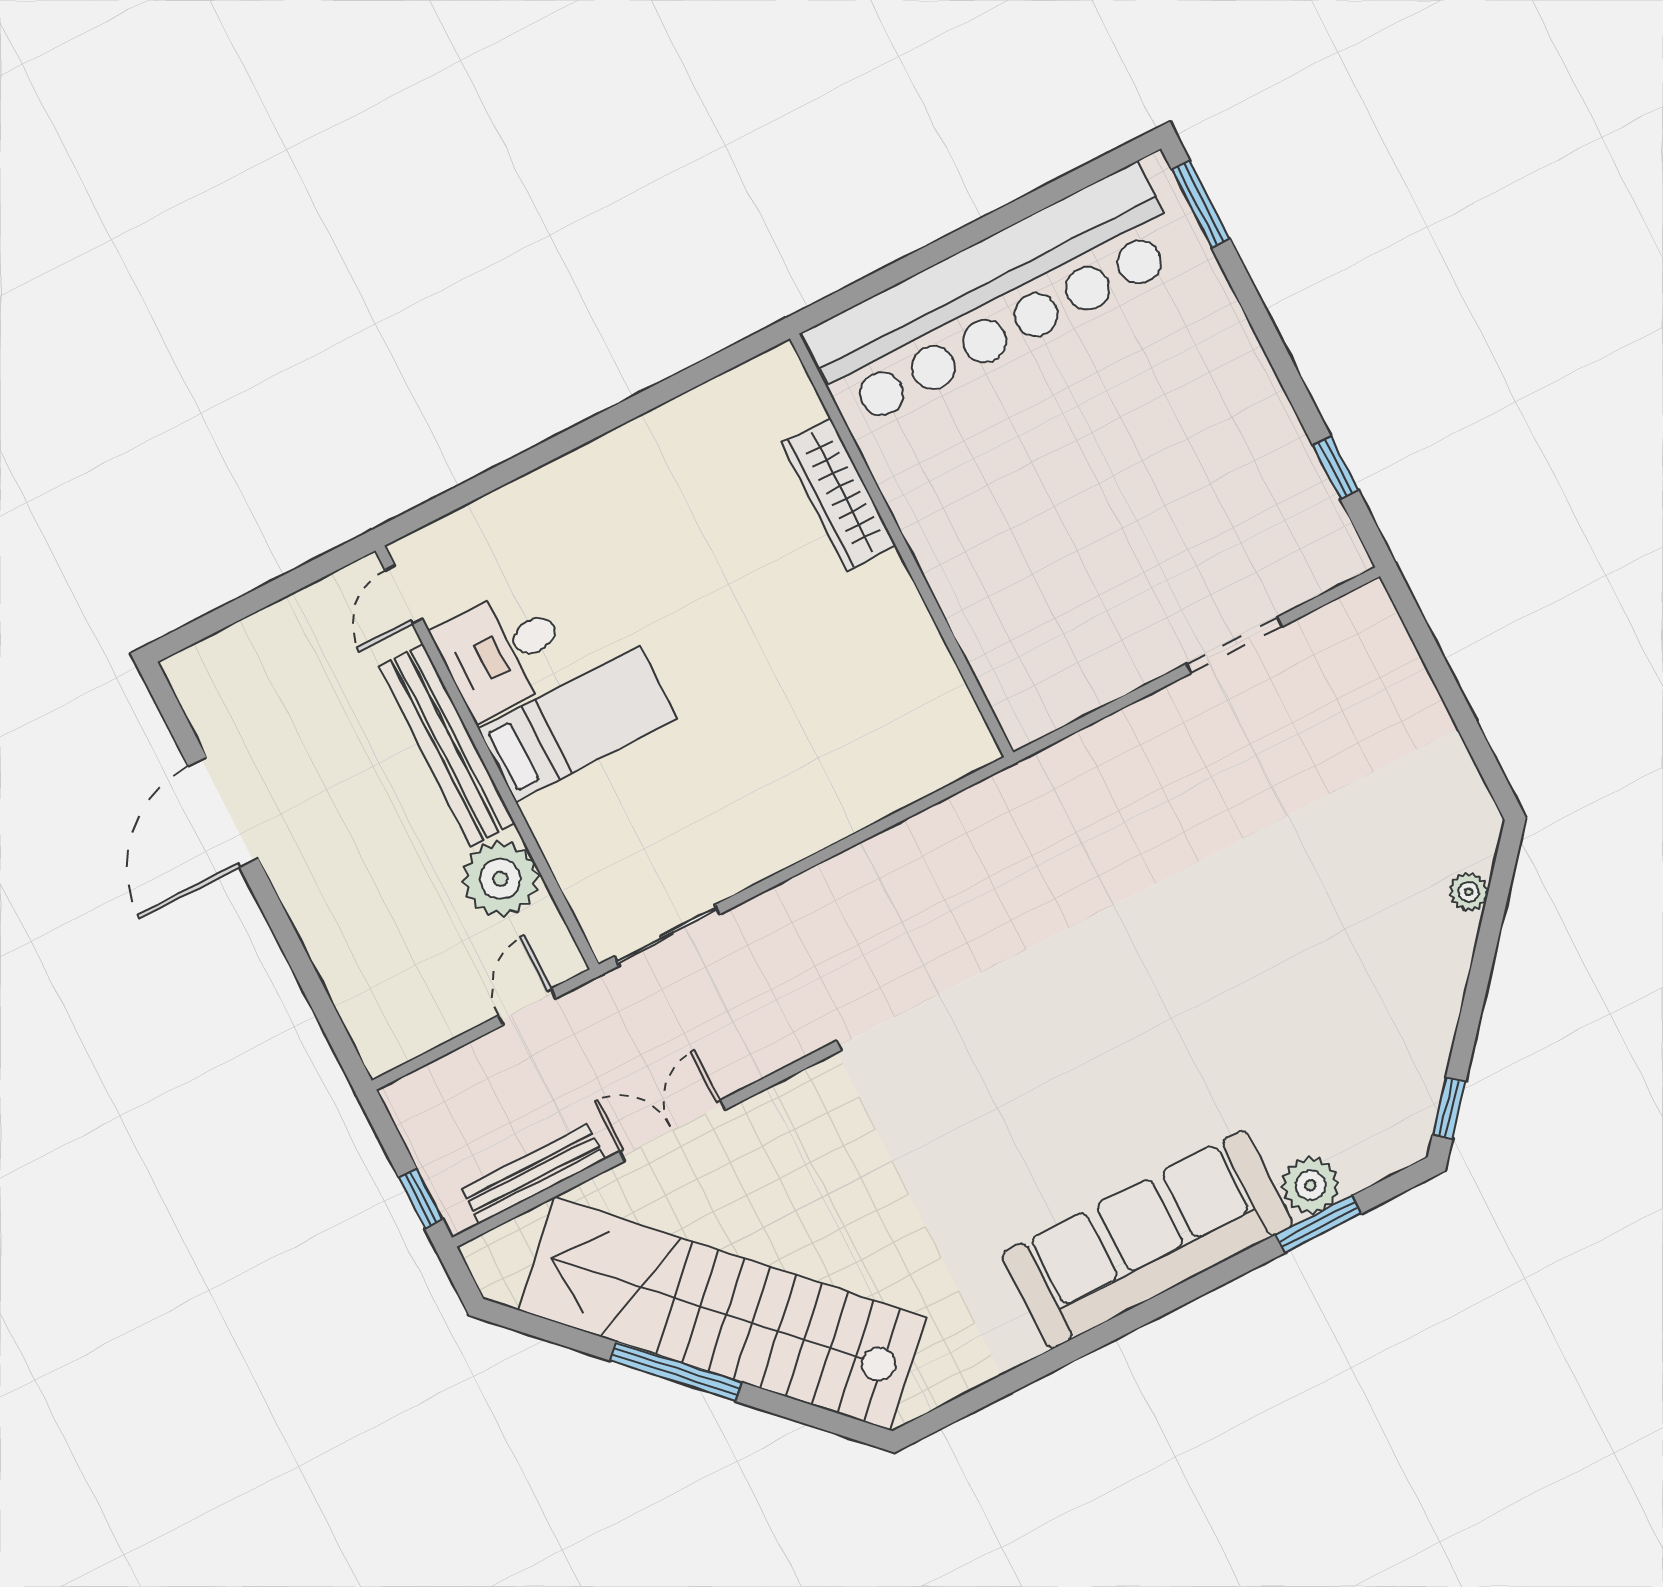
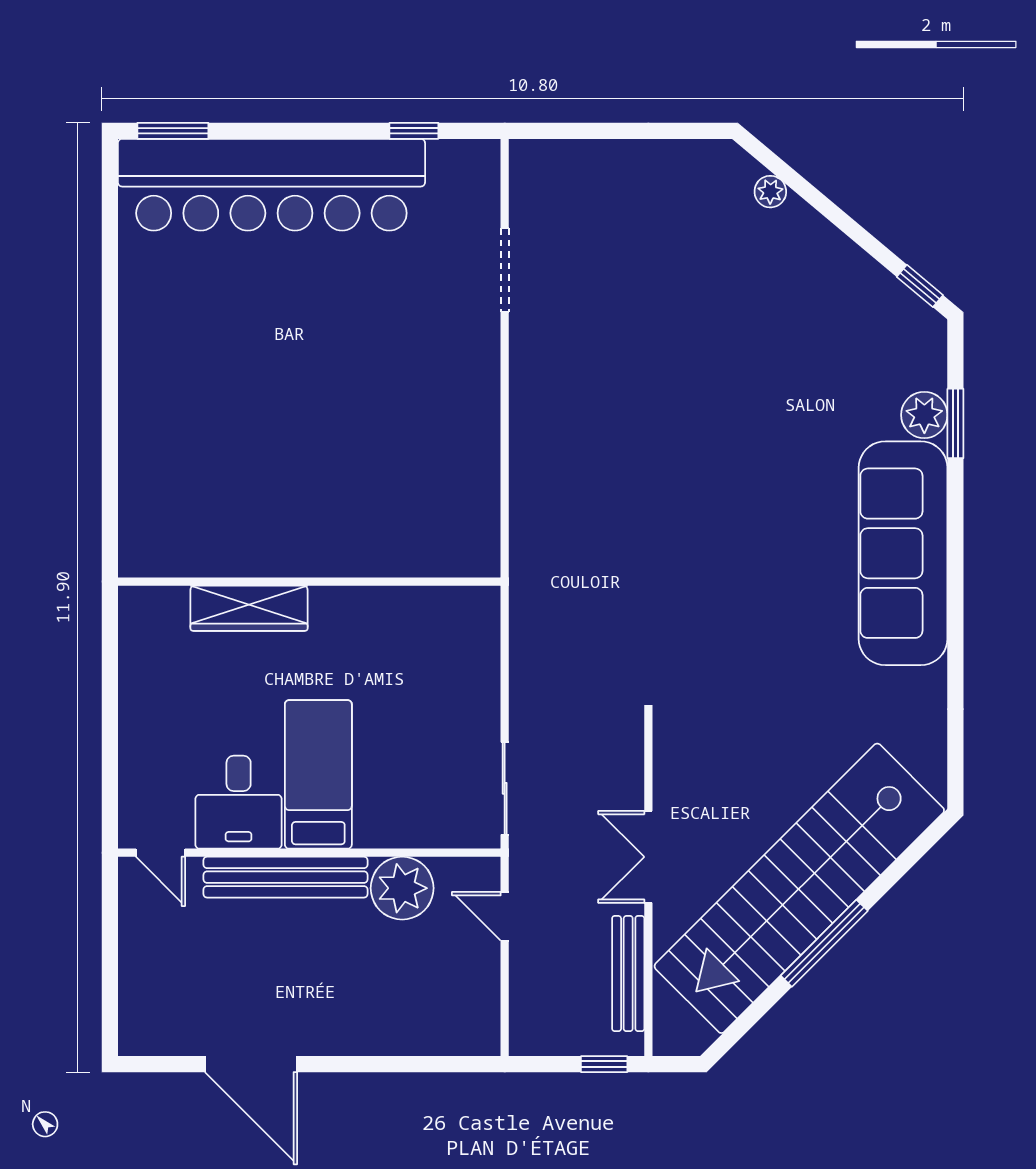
bar counter: (995, 297) -> (271, 185), moved, turned 90
wardrobe: (839, 494) -> (249, 608), moved
wall: (902, 545) -> (309, 582), moved

